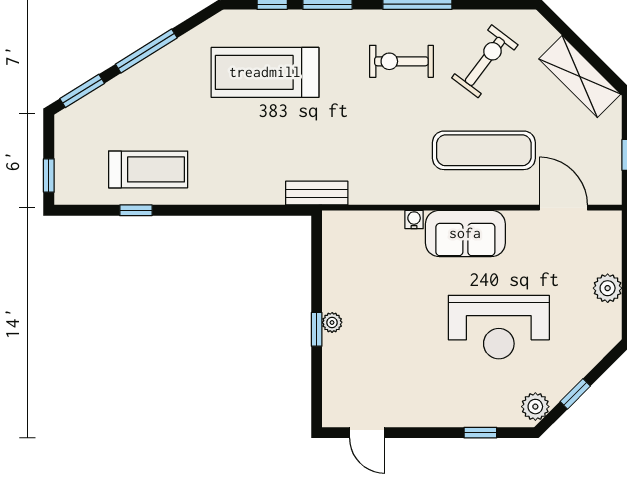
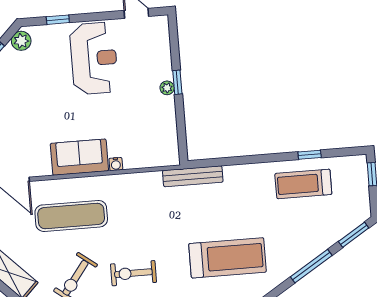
exercise bike: (401, 61) -> (133, 273), turned 180
bench: (317, 193) -> (193, 176), width x1.36
reception desk: (499, 327) -> (94, 58), moved, turned 90

